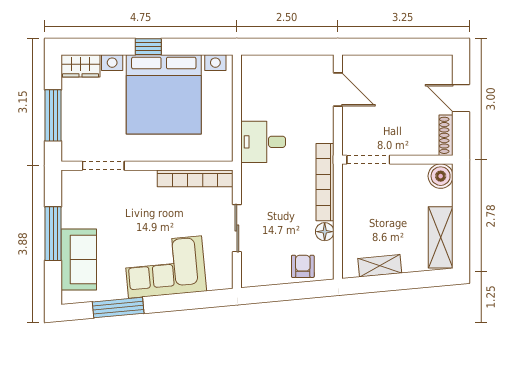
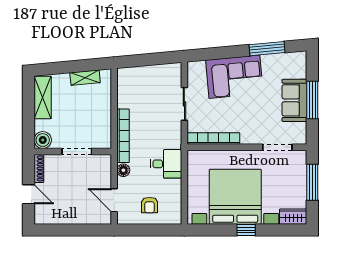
doorway: (368, 160) -> (77, 151), moved
floor lamp: (325, 232) -> (123, 170), moved
sofa: (79, 259) -> (294, 100), moved
armchair: (303, 266) -> (150, 205), moved

